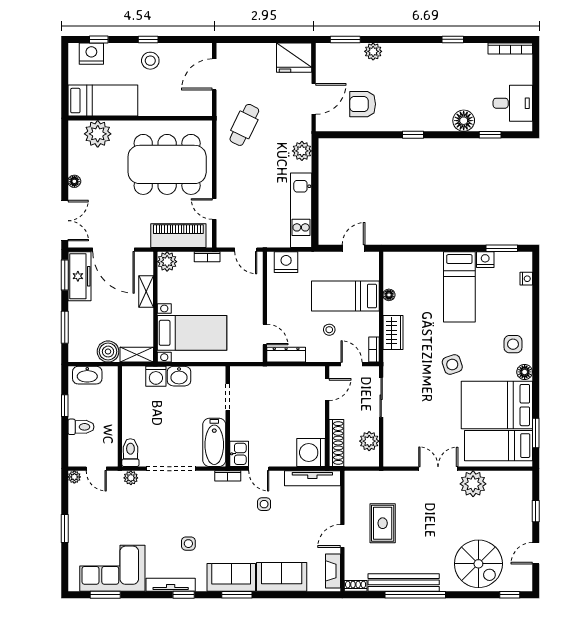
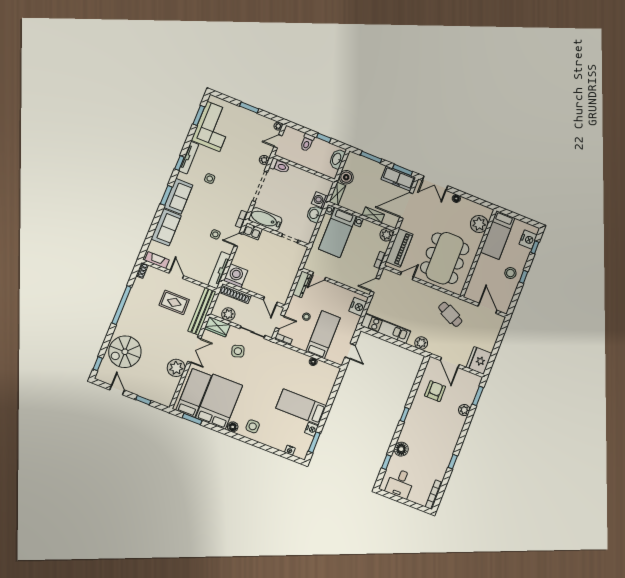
wardrobe: (393, 333) -> (217, 327), moved
side table: (452, 365) -> (238, 351), moved
bench: (404, 582) -> (202, 311), moved

